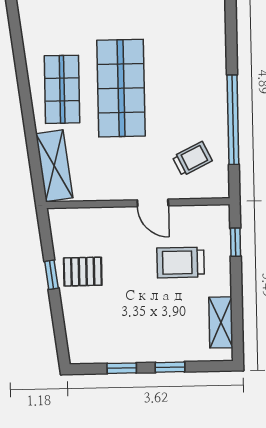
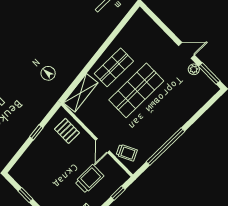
trolley: (192, 159) -> (127, 153), moved
trolley: (181, 262) -> (89, 179), turned 90
pallet: (83, 272) -> (67, 131), moved

